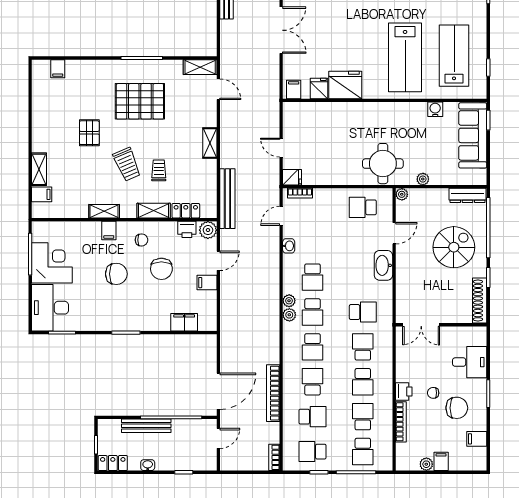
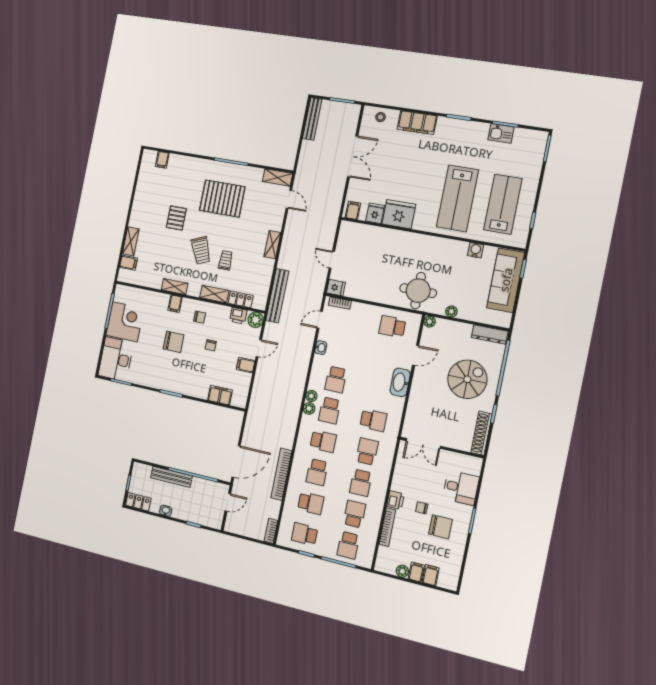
chair: (161, 269) -> (211, 345), width x0.54, depth x0.54
school desk: (313, 347) -> (323, 441), turned -90
school desk: (313, 382) -> (317, 472), turned 180
filing cabinet: (477, 439) -> (431, 575), moved, turned 90

